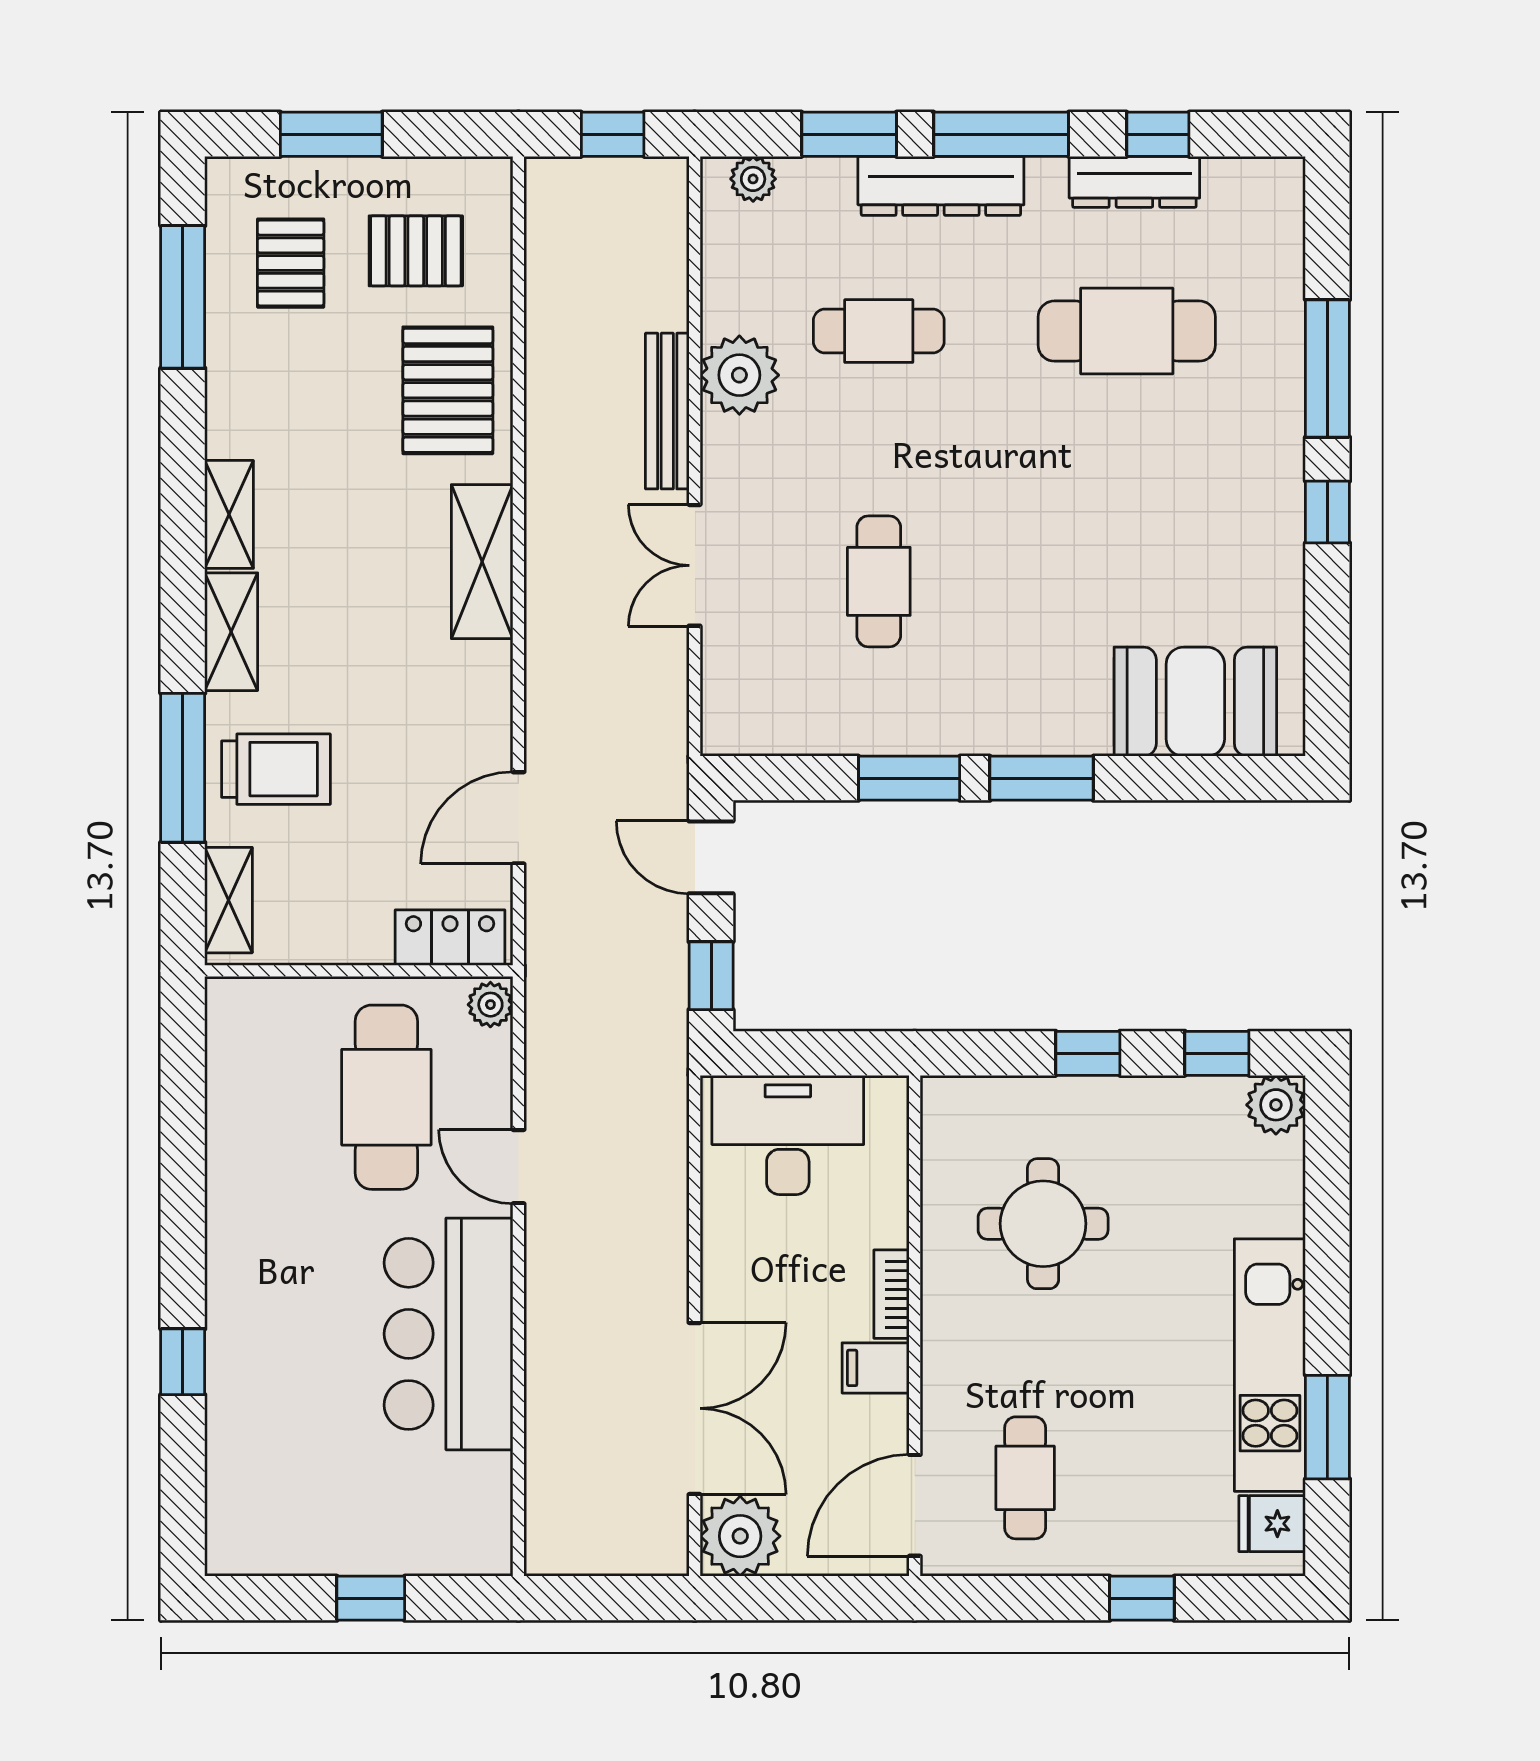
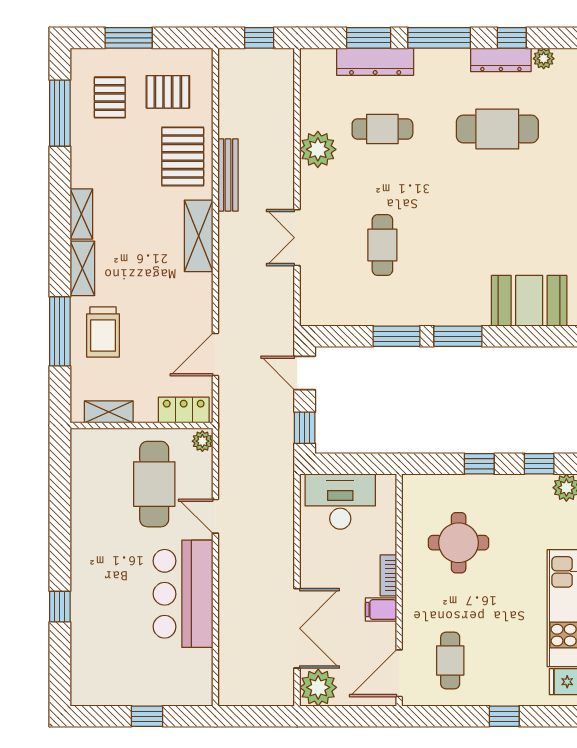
plant: (753, 179) -> (544, 59), moved
dresser: (941, 186) -> (375, 62), moved
bench: (667, 411) -> (228, 175), moved
trolley: (276, 769) -> (103, 332), turned 90
shelving: (229, 900) -> (109, 412), moved, turned 90

